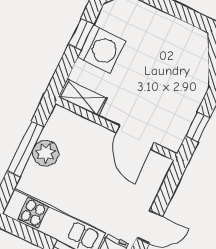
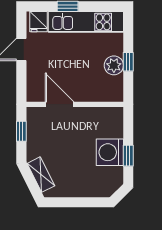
shelving: (83, 98) -> (41, 175), moved, turned 63
window: (26, 149) -> (128, 62), width x0.46

